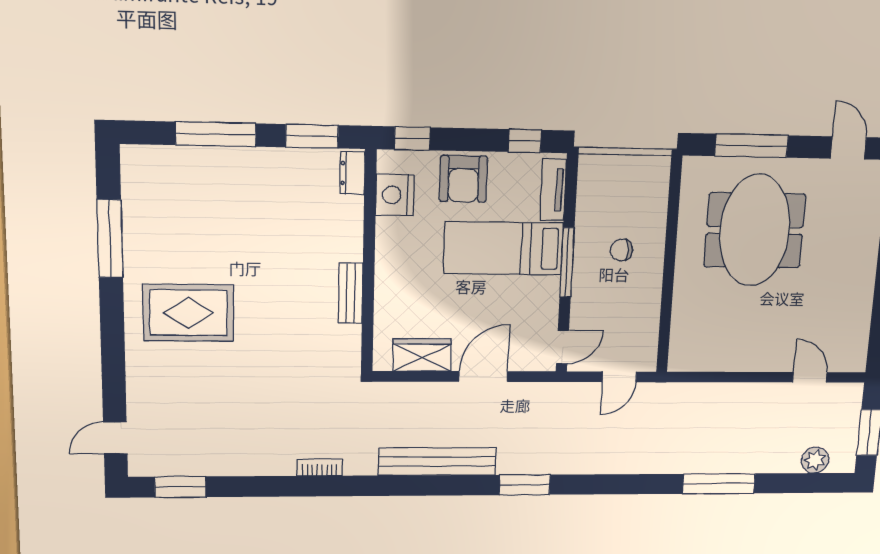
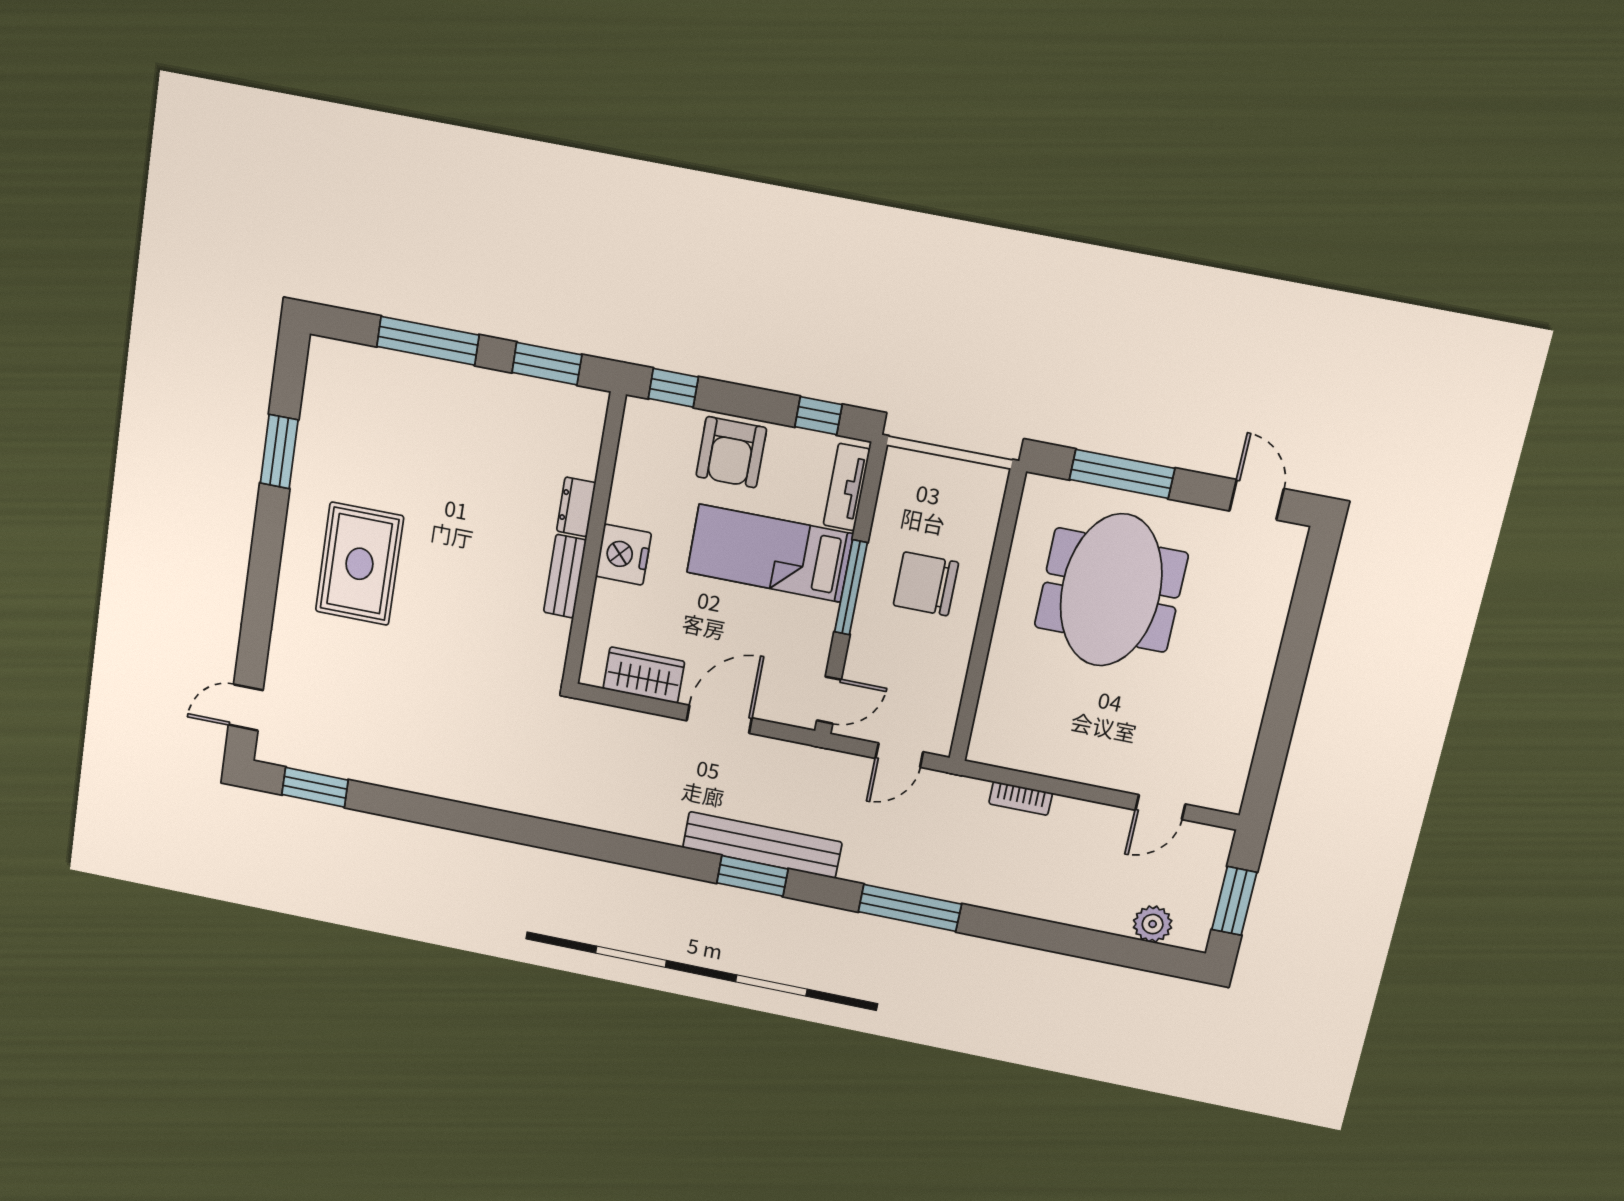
dresser: (352, 173) -> (576, 507), moved
nightstand: (395, 195) -> (623, 555), moved
window: (110, 239) -> (279, 452), width x0.69
chair: (621, 250) -> (926, 584), width x1.87, depth x1.87
rug: (188, 313) -> (359, 564), turned 90
door: (810, 377) -> (1160, 807), swing flipped
bench: (437, 462) -> (762, 845), moved
bookcase: (320, 467) -> (1021, 798), moved, turned 180
window: (719, 484) -> (910, 908), moved

